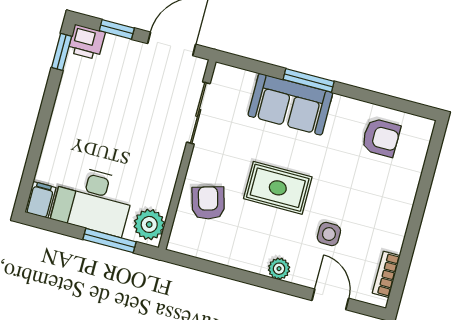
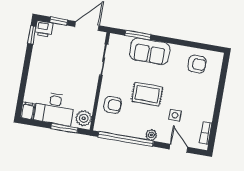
window: (309, 80) -> (138, 35), moved
armchair: (208, 203) -> (113, 105), turned 106
window: (228, 272) -> (126, 139), added

